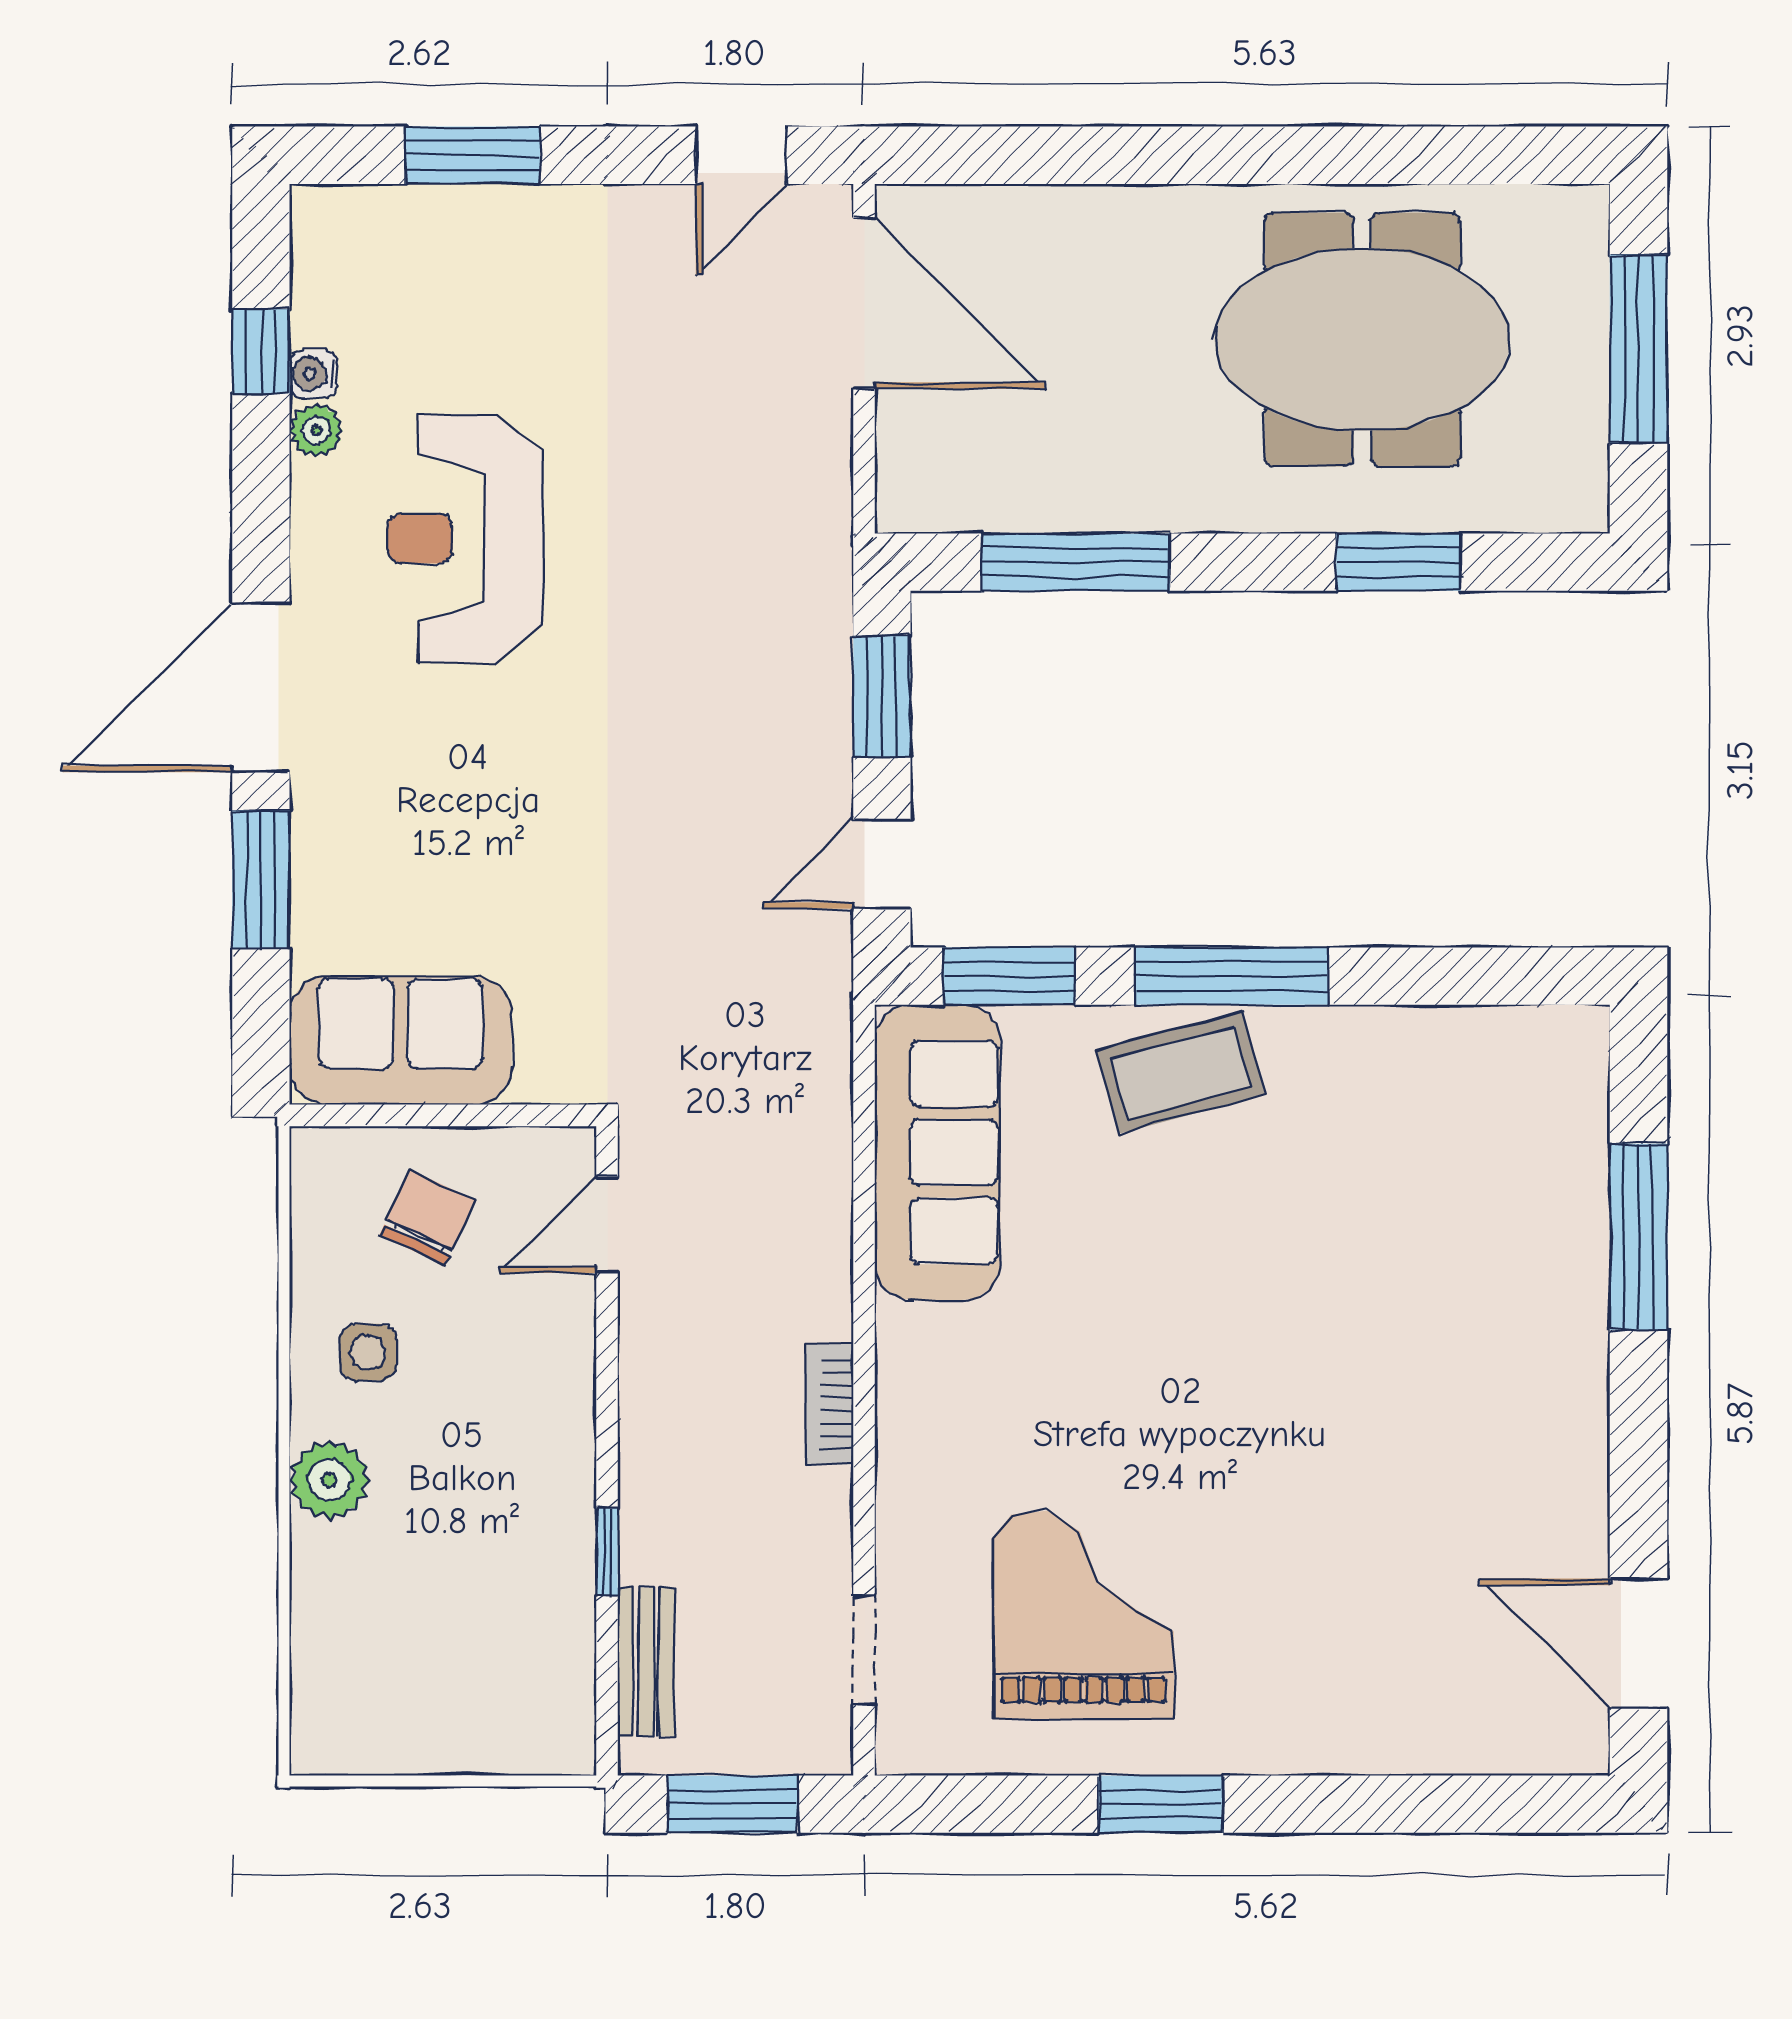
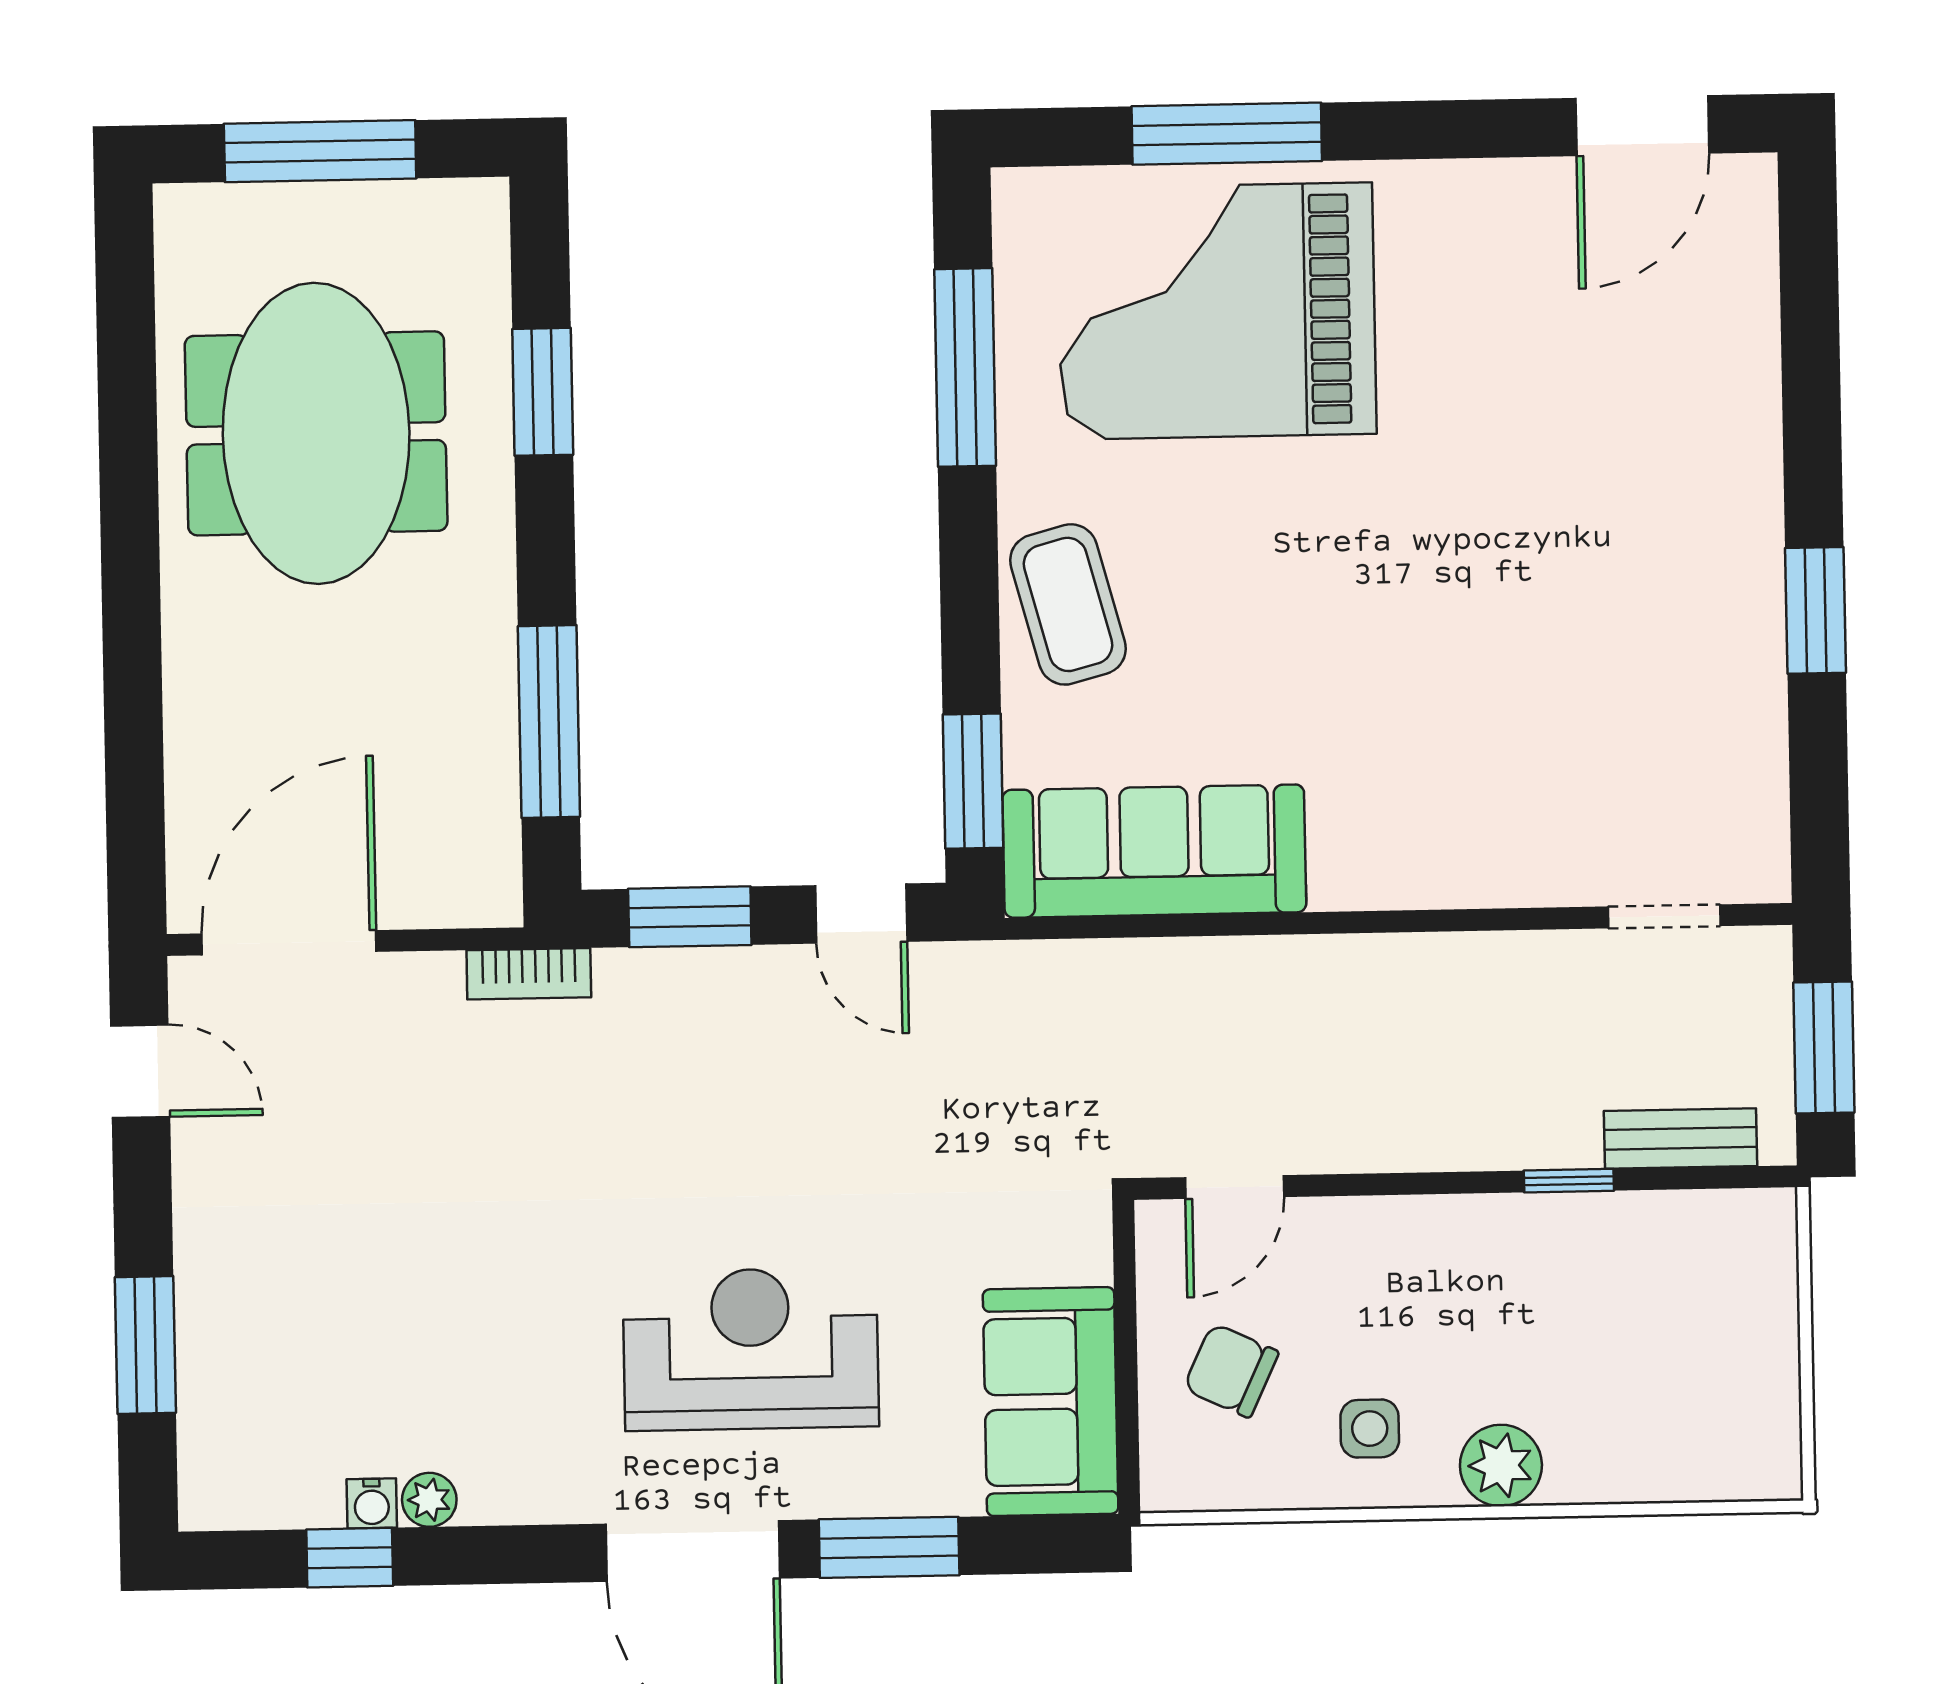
reception desk: (465, 538) -> (751, 1349), moved, turned 180
window: (1232, 976) -> (965, 367), moved
door: (607, 1225) -> (1235, 1187), hinge flipped
bookcase: (829, 1404) -> (529, 974), moved
grand piano: (1083, 1615) -> (1217, 311), moved, width x1.37, depth x1.48

